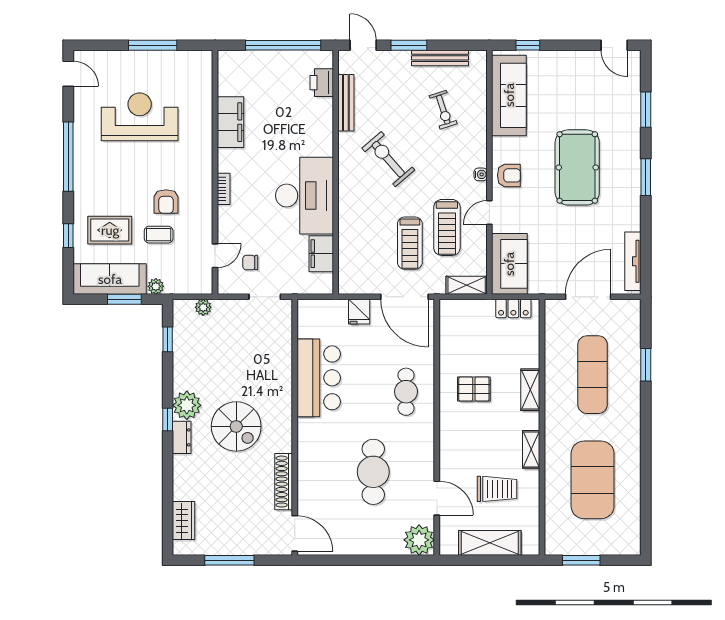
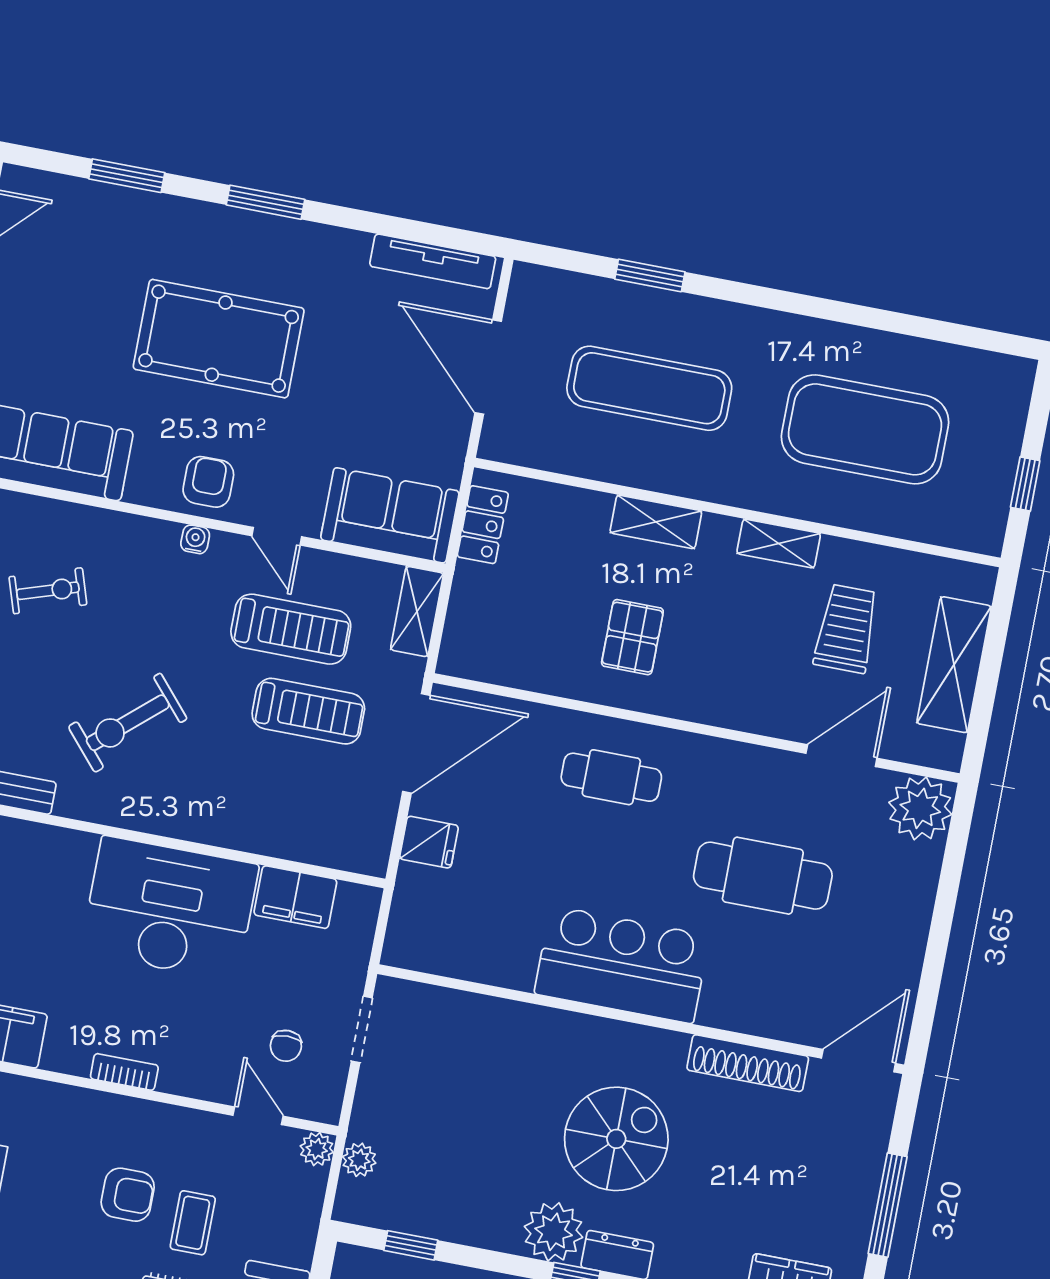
plant: (156, 286) -> (317, 1149), moved
bar counter: (319, 378) -> (622, 965), moved
window: (581, 560) -> (1025, 484), width x0.67

